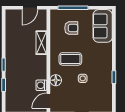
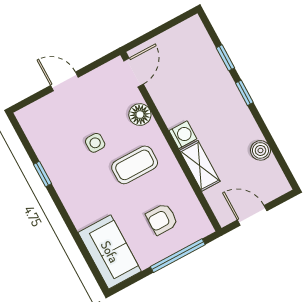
door: (30, 8) -> (252, 215), hinge flipped
boiler: (10, 35) -> (260, 150), added
washing machine: (41, 85) -> (183, 135), moved

